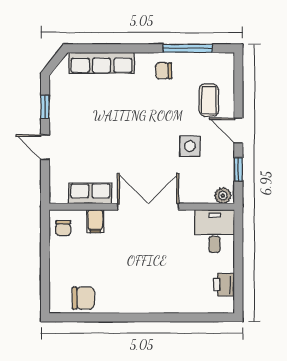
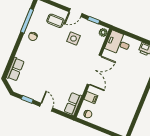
row of seats: (102, 63) -> (15, 69), width x0.68
door: (45, 147) -> (46, 107), swing flipped
row of seats: (90, 193) -> (73, 104), moved
double door: (148, 207) -> (94, 70), swing flipped
chair: (83, 298) -> (125, 118), removed

